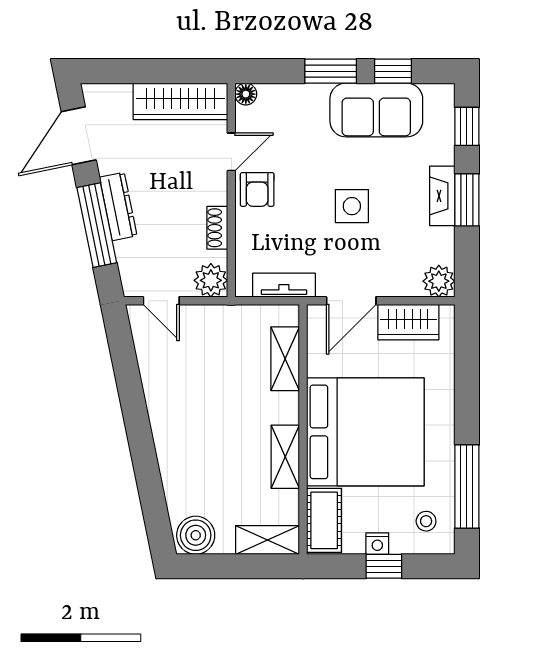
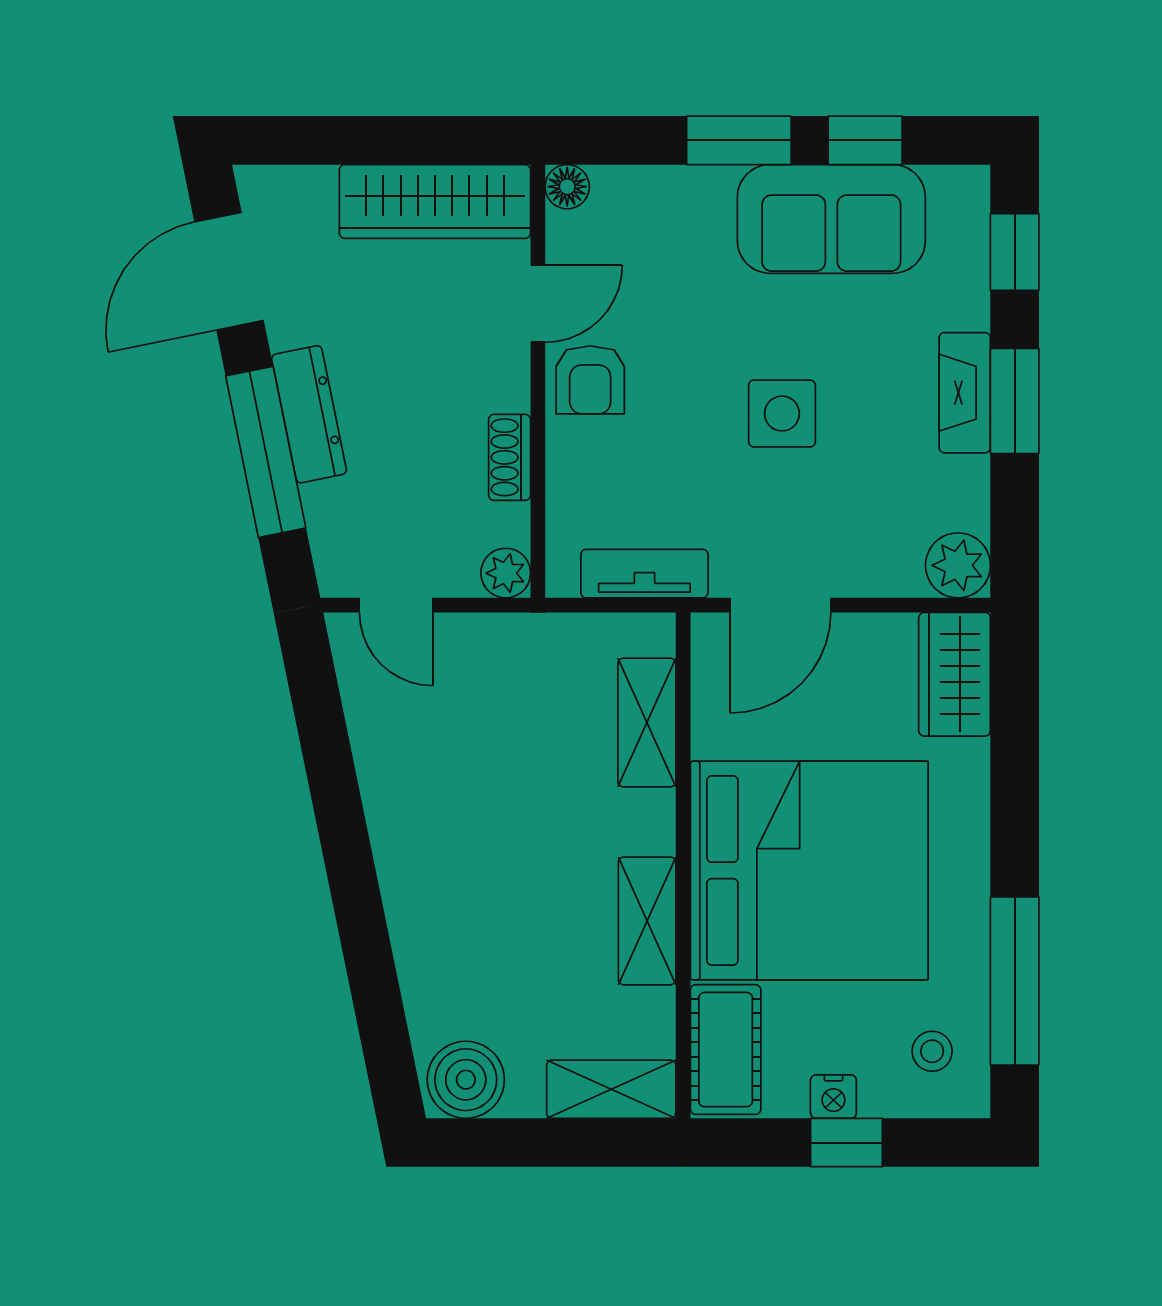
plant: (211, 280) -> (506, 573), width x0.73, depth x0.73
wardrobe: (408, 322) -> (955, 674), moved, turned 90

